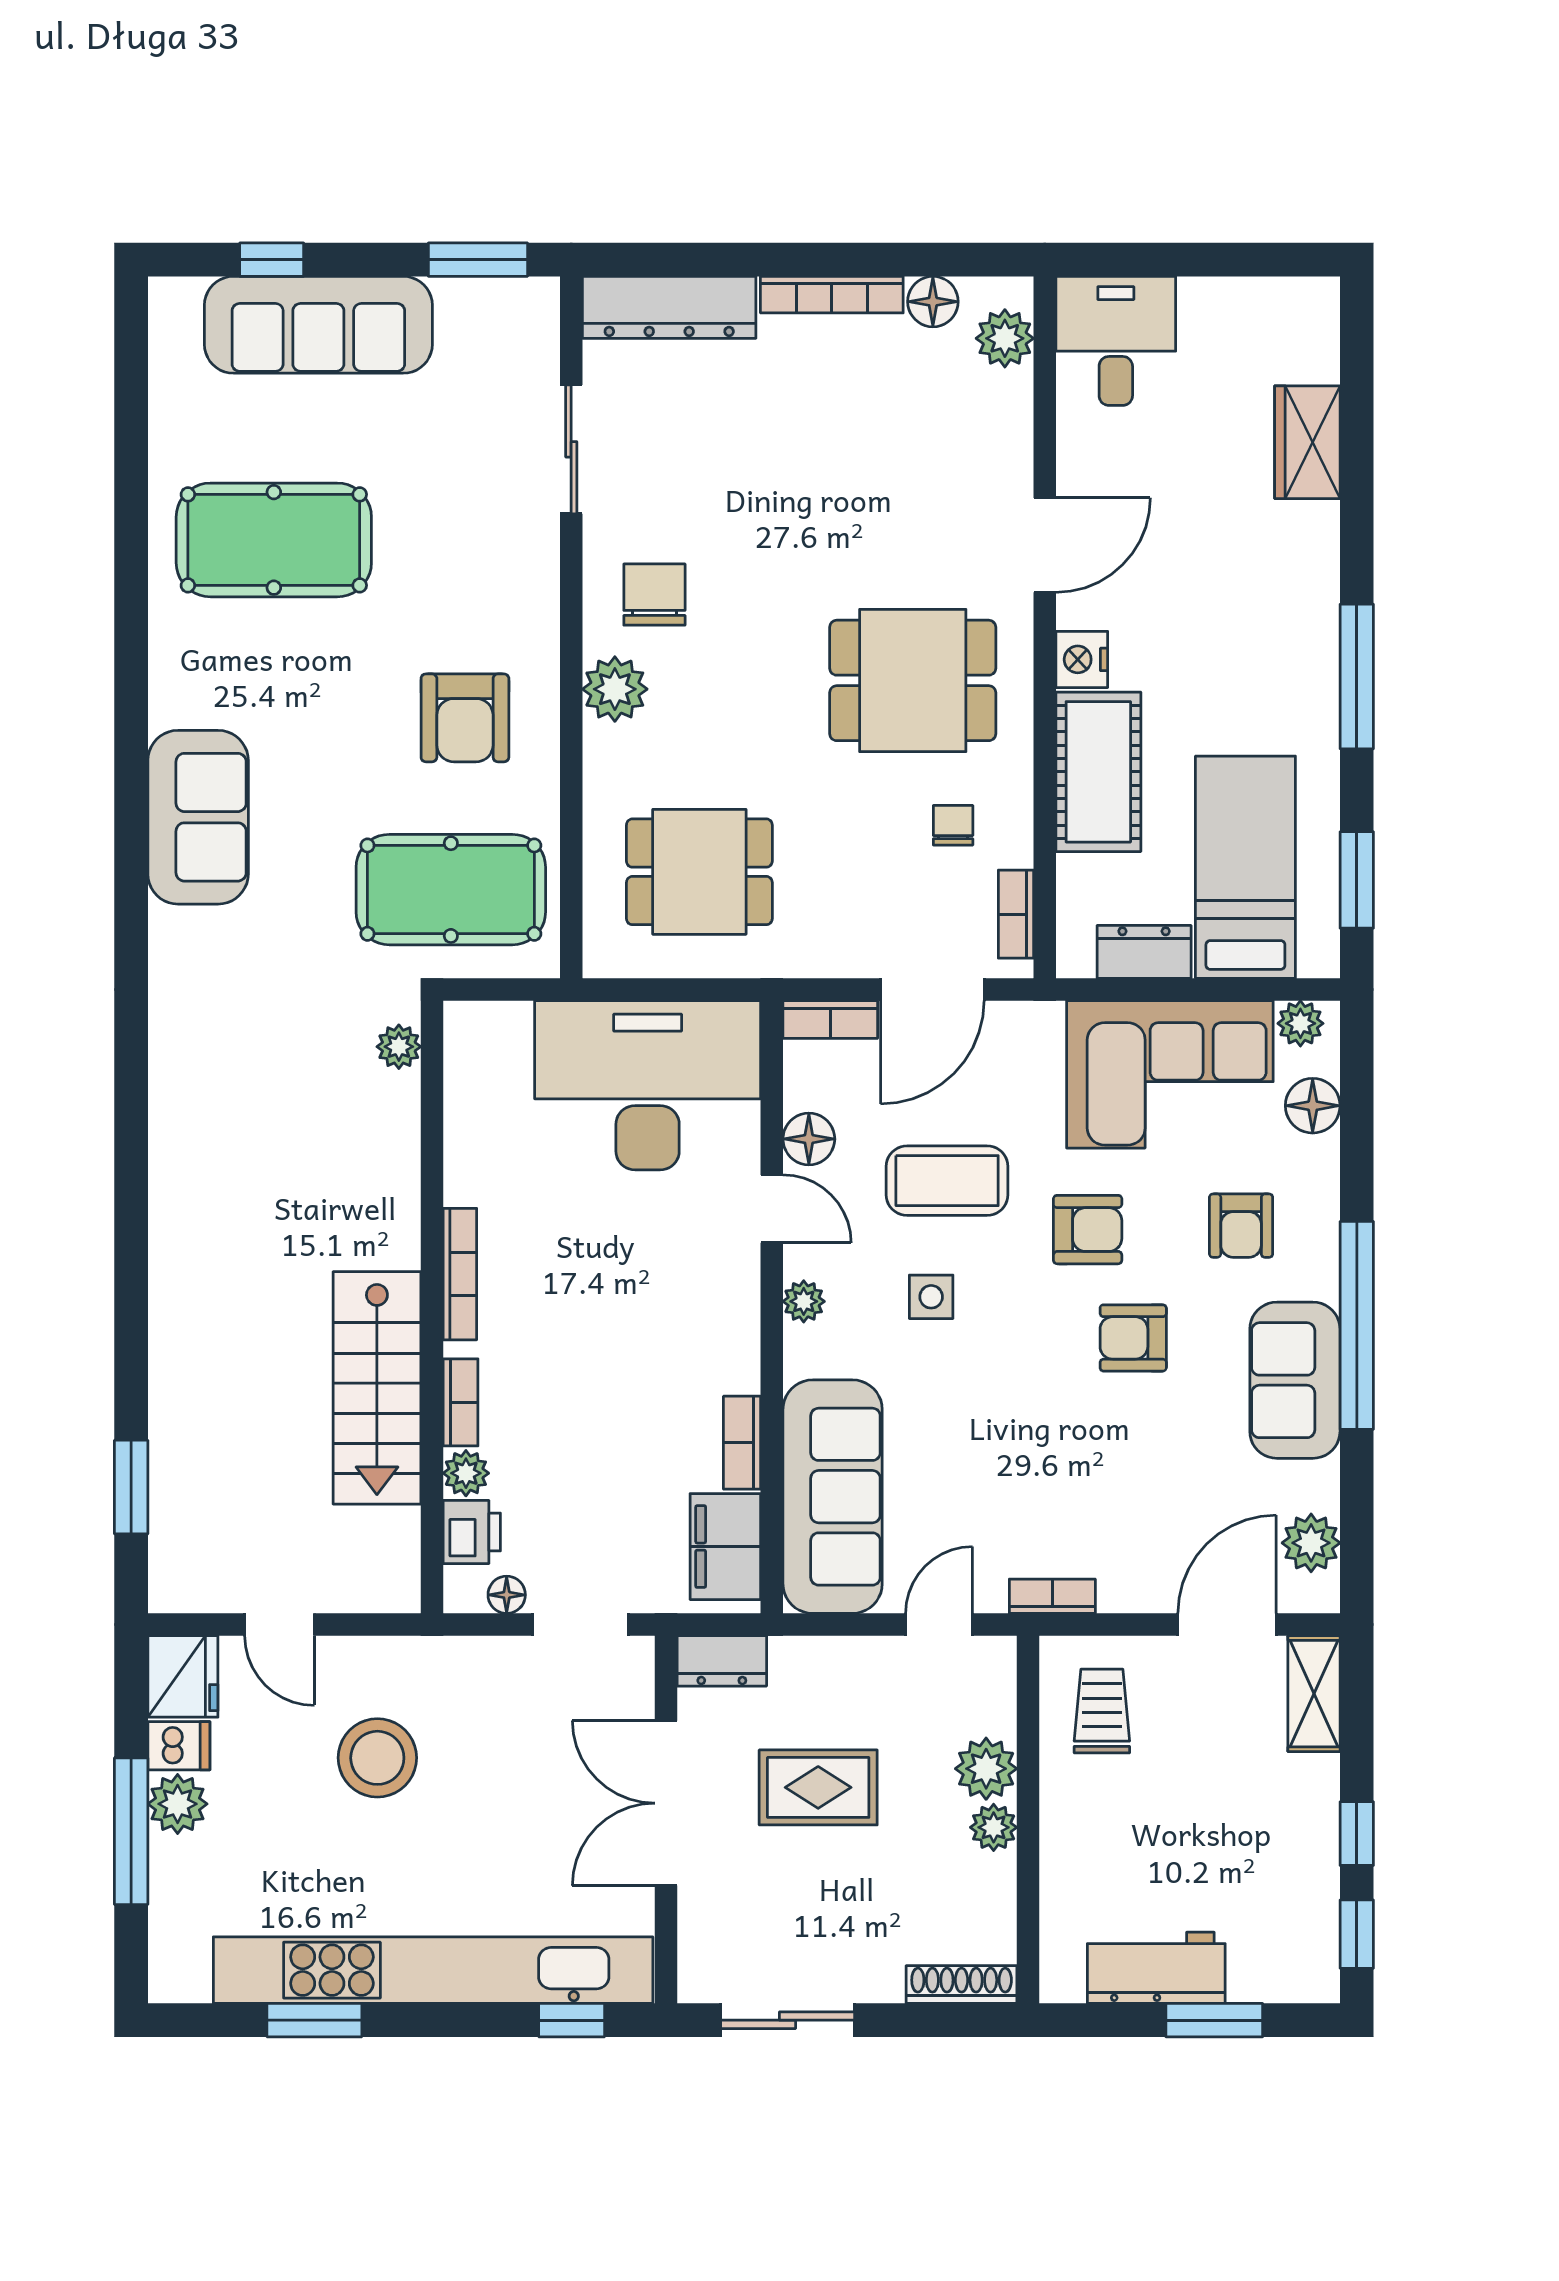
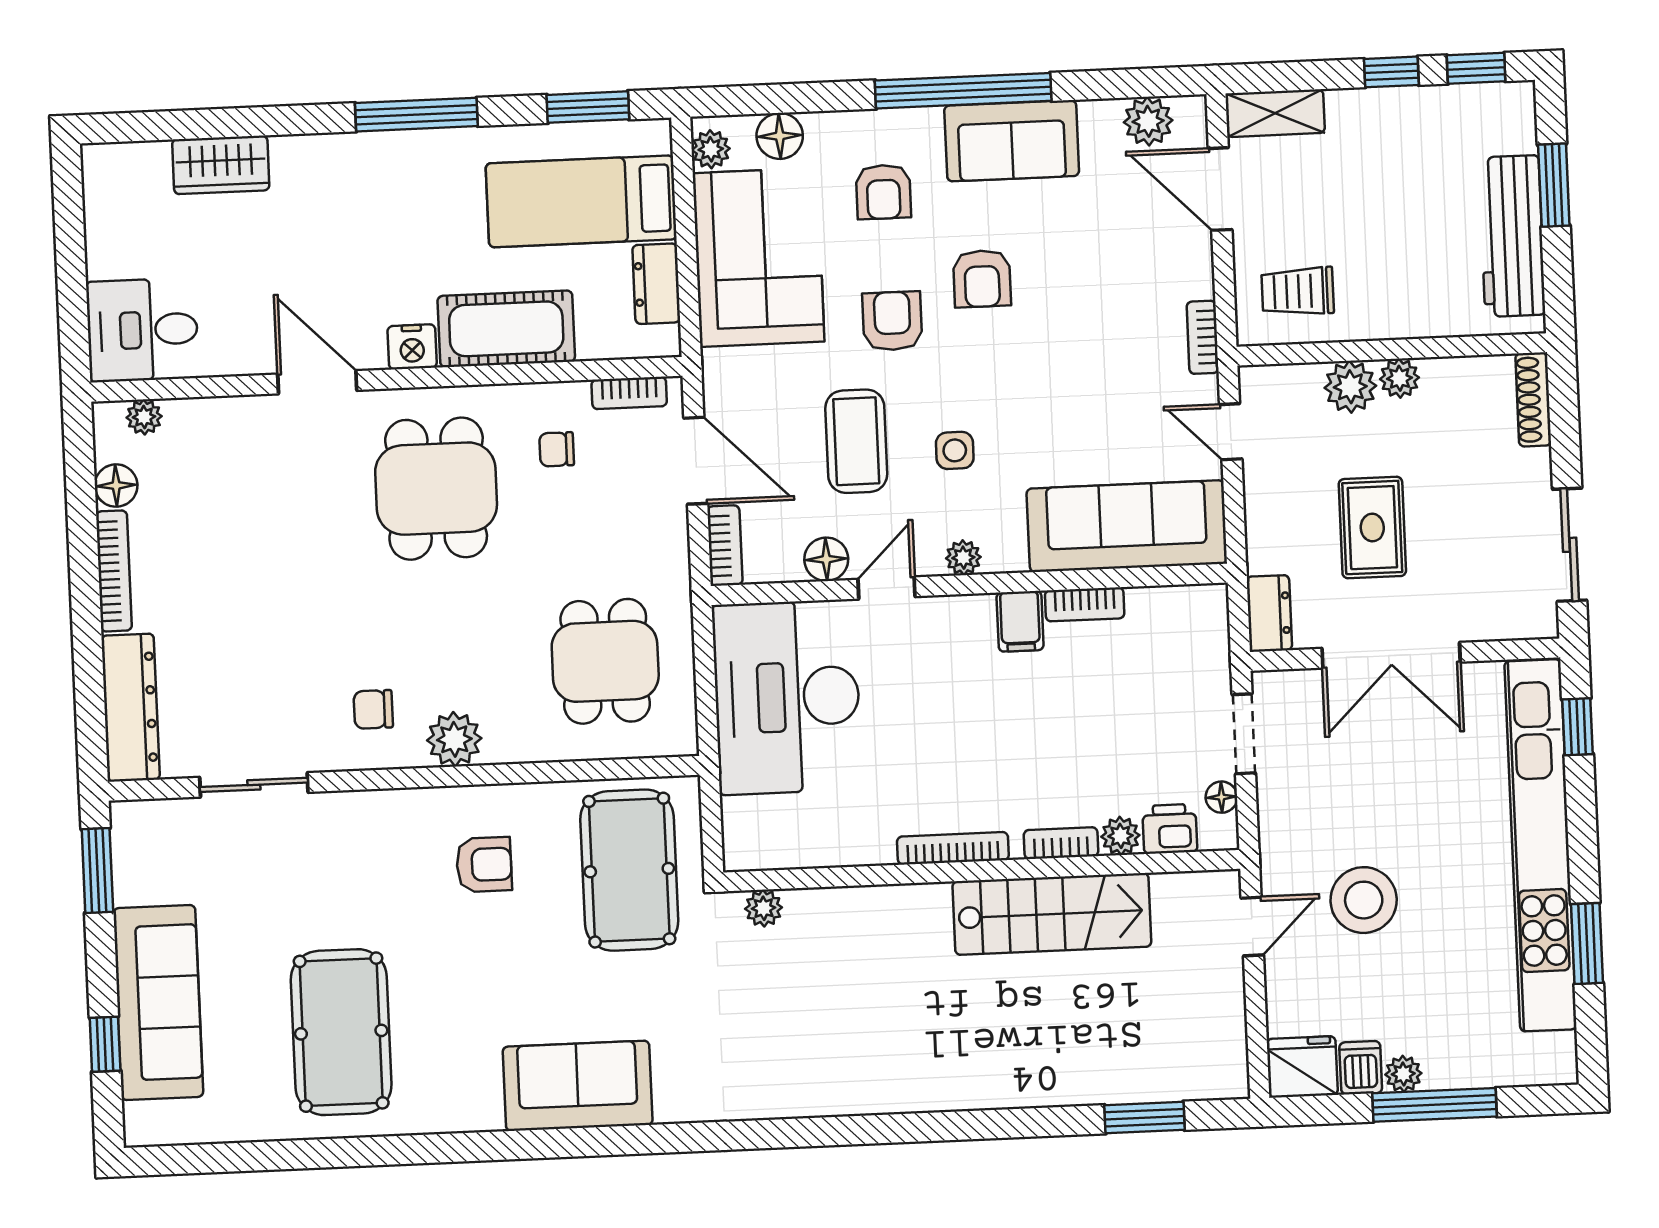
plant: (1005, 338) -> (144, 417), width x0.73, depth x0.73
chair: (654, 595) -> (373, 709), width x0.73, depth x0.73
armchair: (465, 718) -> (484, 865), width x0.72, depth x0.72
armchair: (1241, 1226) -> (883, 192), turned 90
filing cabinet: (725, 1547) -> (1020, 621), moved, width x0.50
door: (280, 1625) -> (1252, 926), moved
plant: (178, 1804) -> (1403, 1074), width x0.73, depth x0.73
workbench: (1156, 1968) -> (1512, 236), width x1.38

